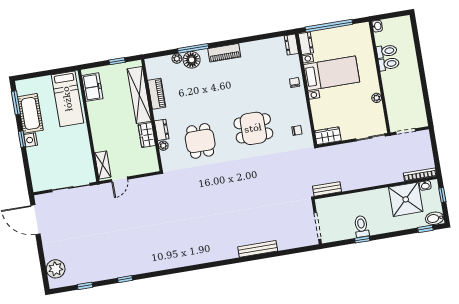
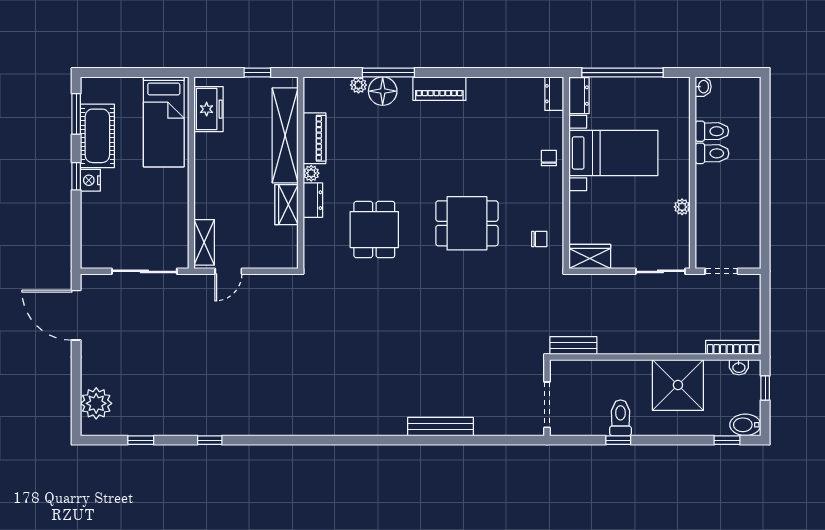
plant: (163, 146) -> (311, 173), moved
shower: (406, 199) -> (678, 385), moved

